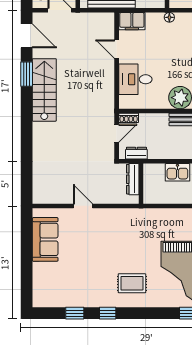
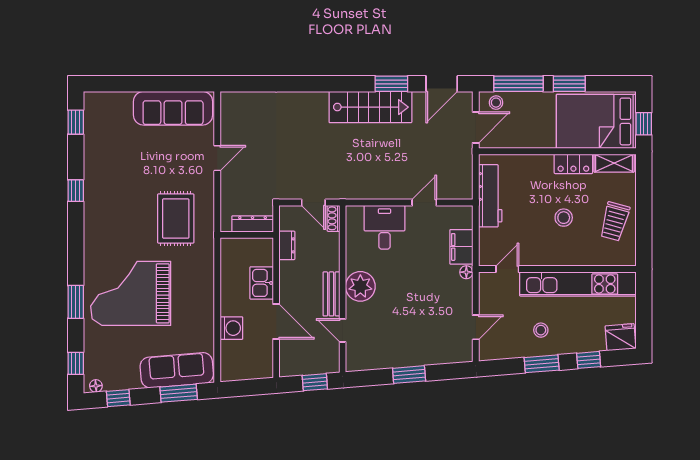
filing cabinet: (132, 21) -> (461, 247), moved
dresser: (136, 153) -> (287, 245), moved
sofa: (45, 239) -> (173, 108), width x1.36
rug: (132, 283) -> (176, 219), moved, width x1.36, depth x1.43
window: (75, 313) -> (76, 122), moved

